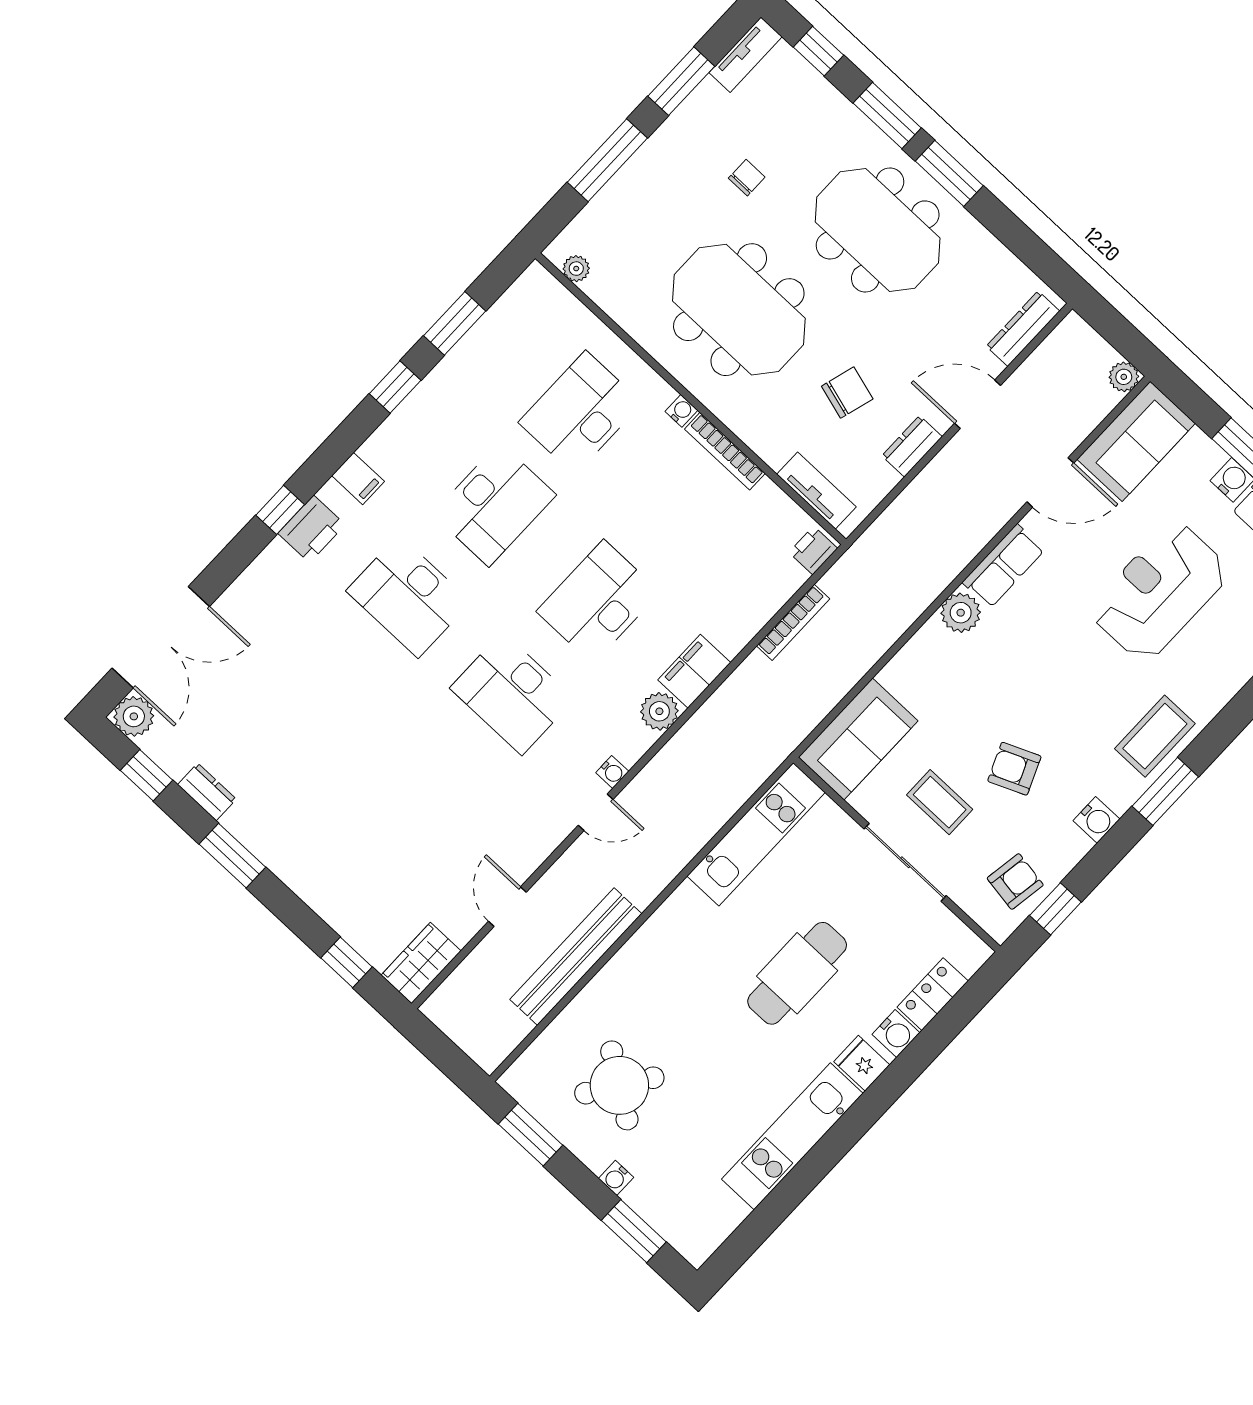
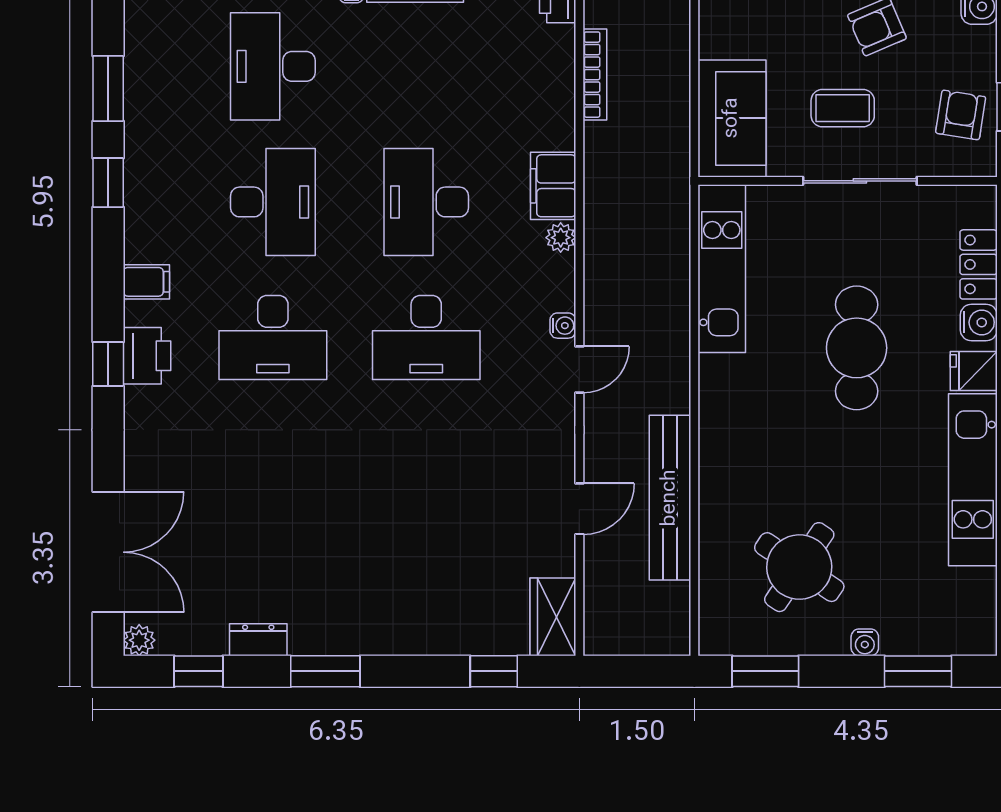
plant: (659, 711) -> (561, 238), width x0.73, depth x0.73
plant: (134, 716) -> (139, 640), width x0.73, depth x0.73
door: (507, 907) -> (579, 509), swing flipped

